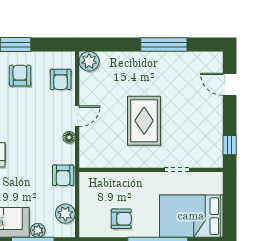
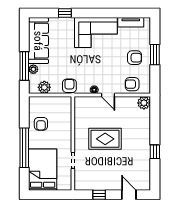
window: (164, 45) -> (155, 152), width x0.46
door: (230, 84) -> (129, 195), hinge flipped
window: (230, 145) -> (99, 195), moved
armchair: (63, 175) -> (69, 86), turned 90

